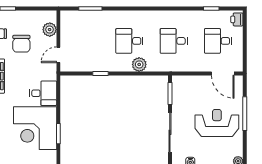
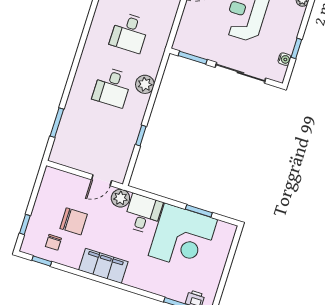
plant: (50, 30) -> (120, 198), moved
door: (58, 55) -> (102, 180), hinge flipped

